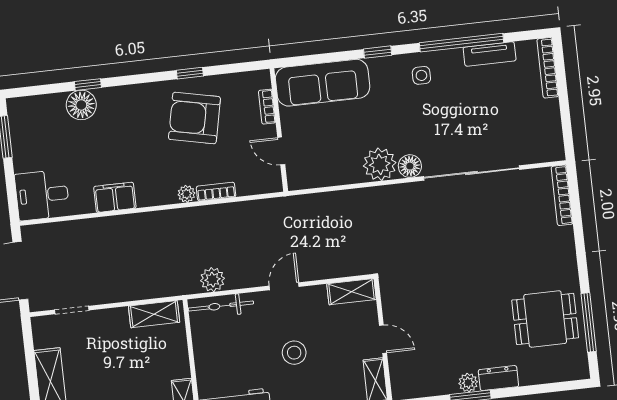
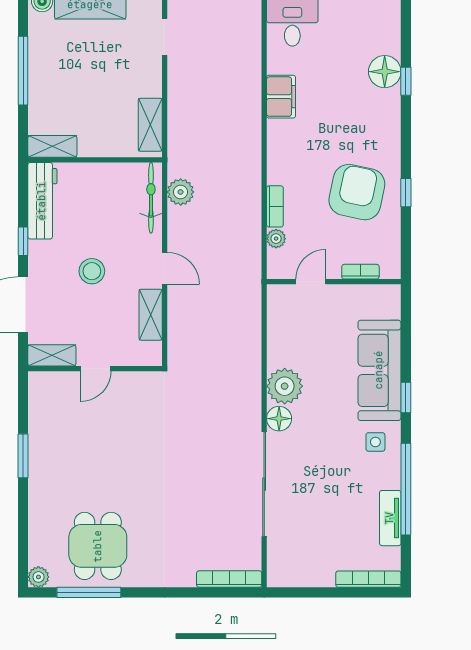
sofa: (323, 83) -> (379, 370), moved
plant: (186, 194) -> (276, 239), moved
shelving: (352, 292) -> (151, 315), moved
dresser: (498, 378) -> (40, 488), removed
plant: (468, 383) -> (38, 577), moved

